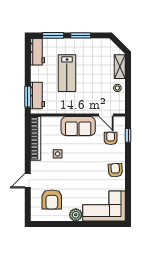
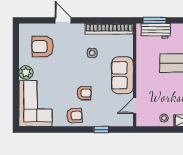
window: (128, 135) -> (101, 130), moved
armchair: (111, 138) -> (84, 93), moved

